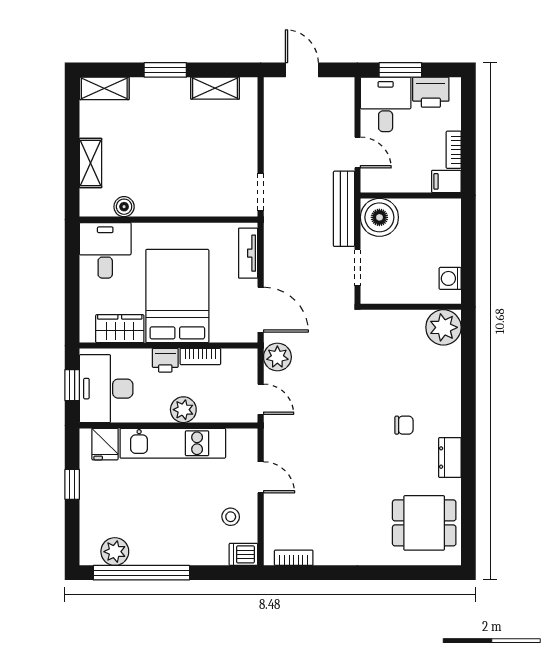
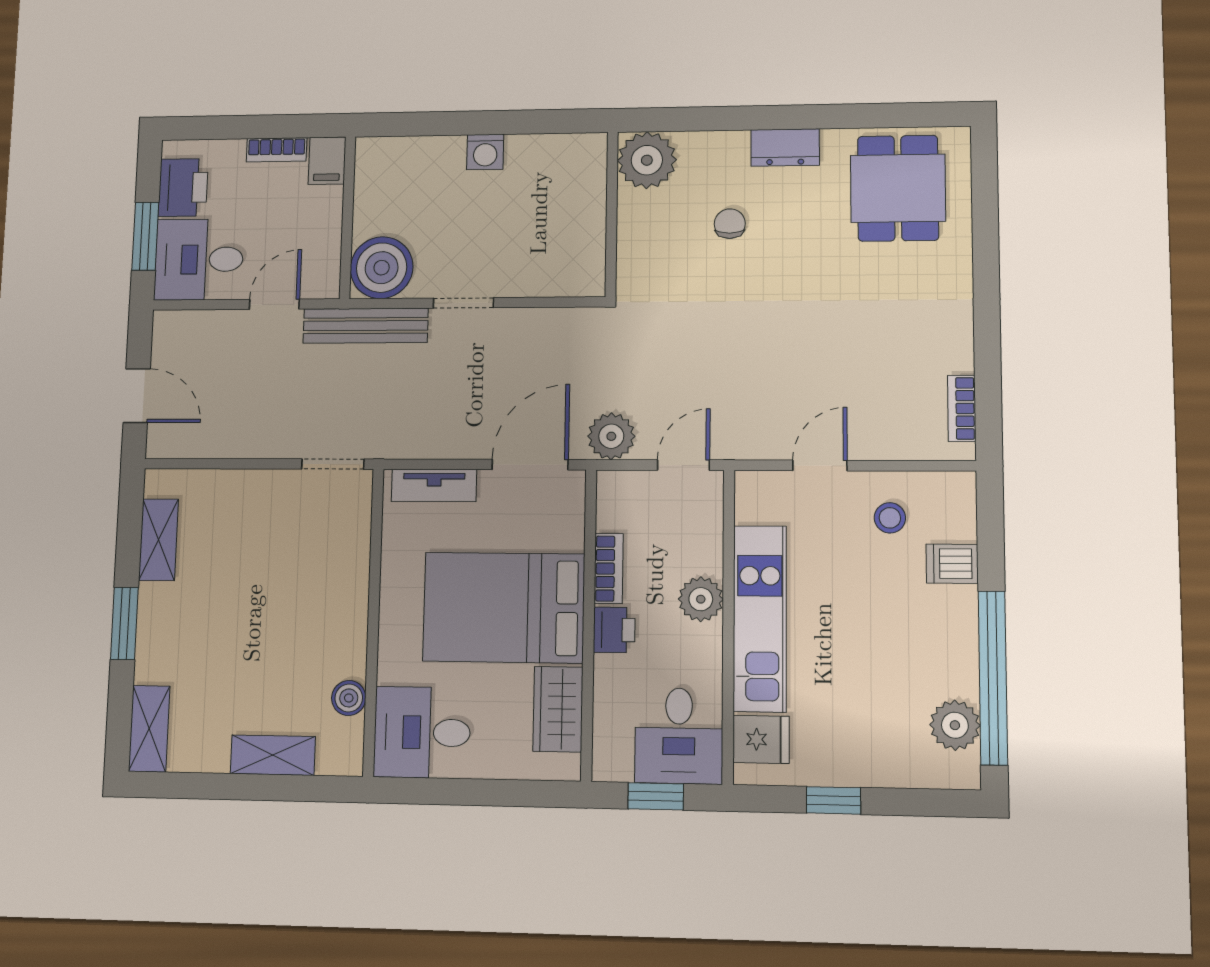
door: (302, 70) -> (137, 396), swing flipped
wall: (411, 307) -> (612, 214), moved
plant: (443, 327) -> (647, 160), moved
desk: (106, 389) -> (679, 736), width x0.73
dishwasher: (243, 554) -> (952, 564), moved, turned 90

